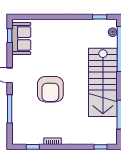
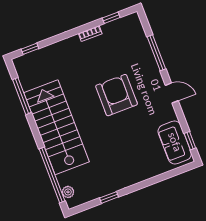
window: (100, 17) -> (109, 197), moved

